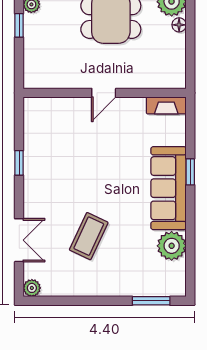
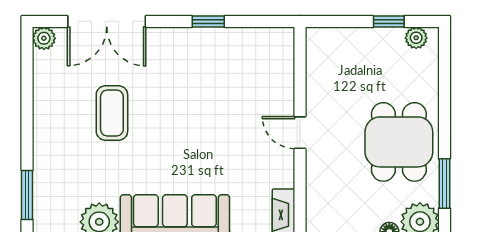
coffee table: (89, 236) -> (112, 113), turned 65
double door: (19, 240) -> (107, 21), width x1.37

